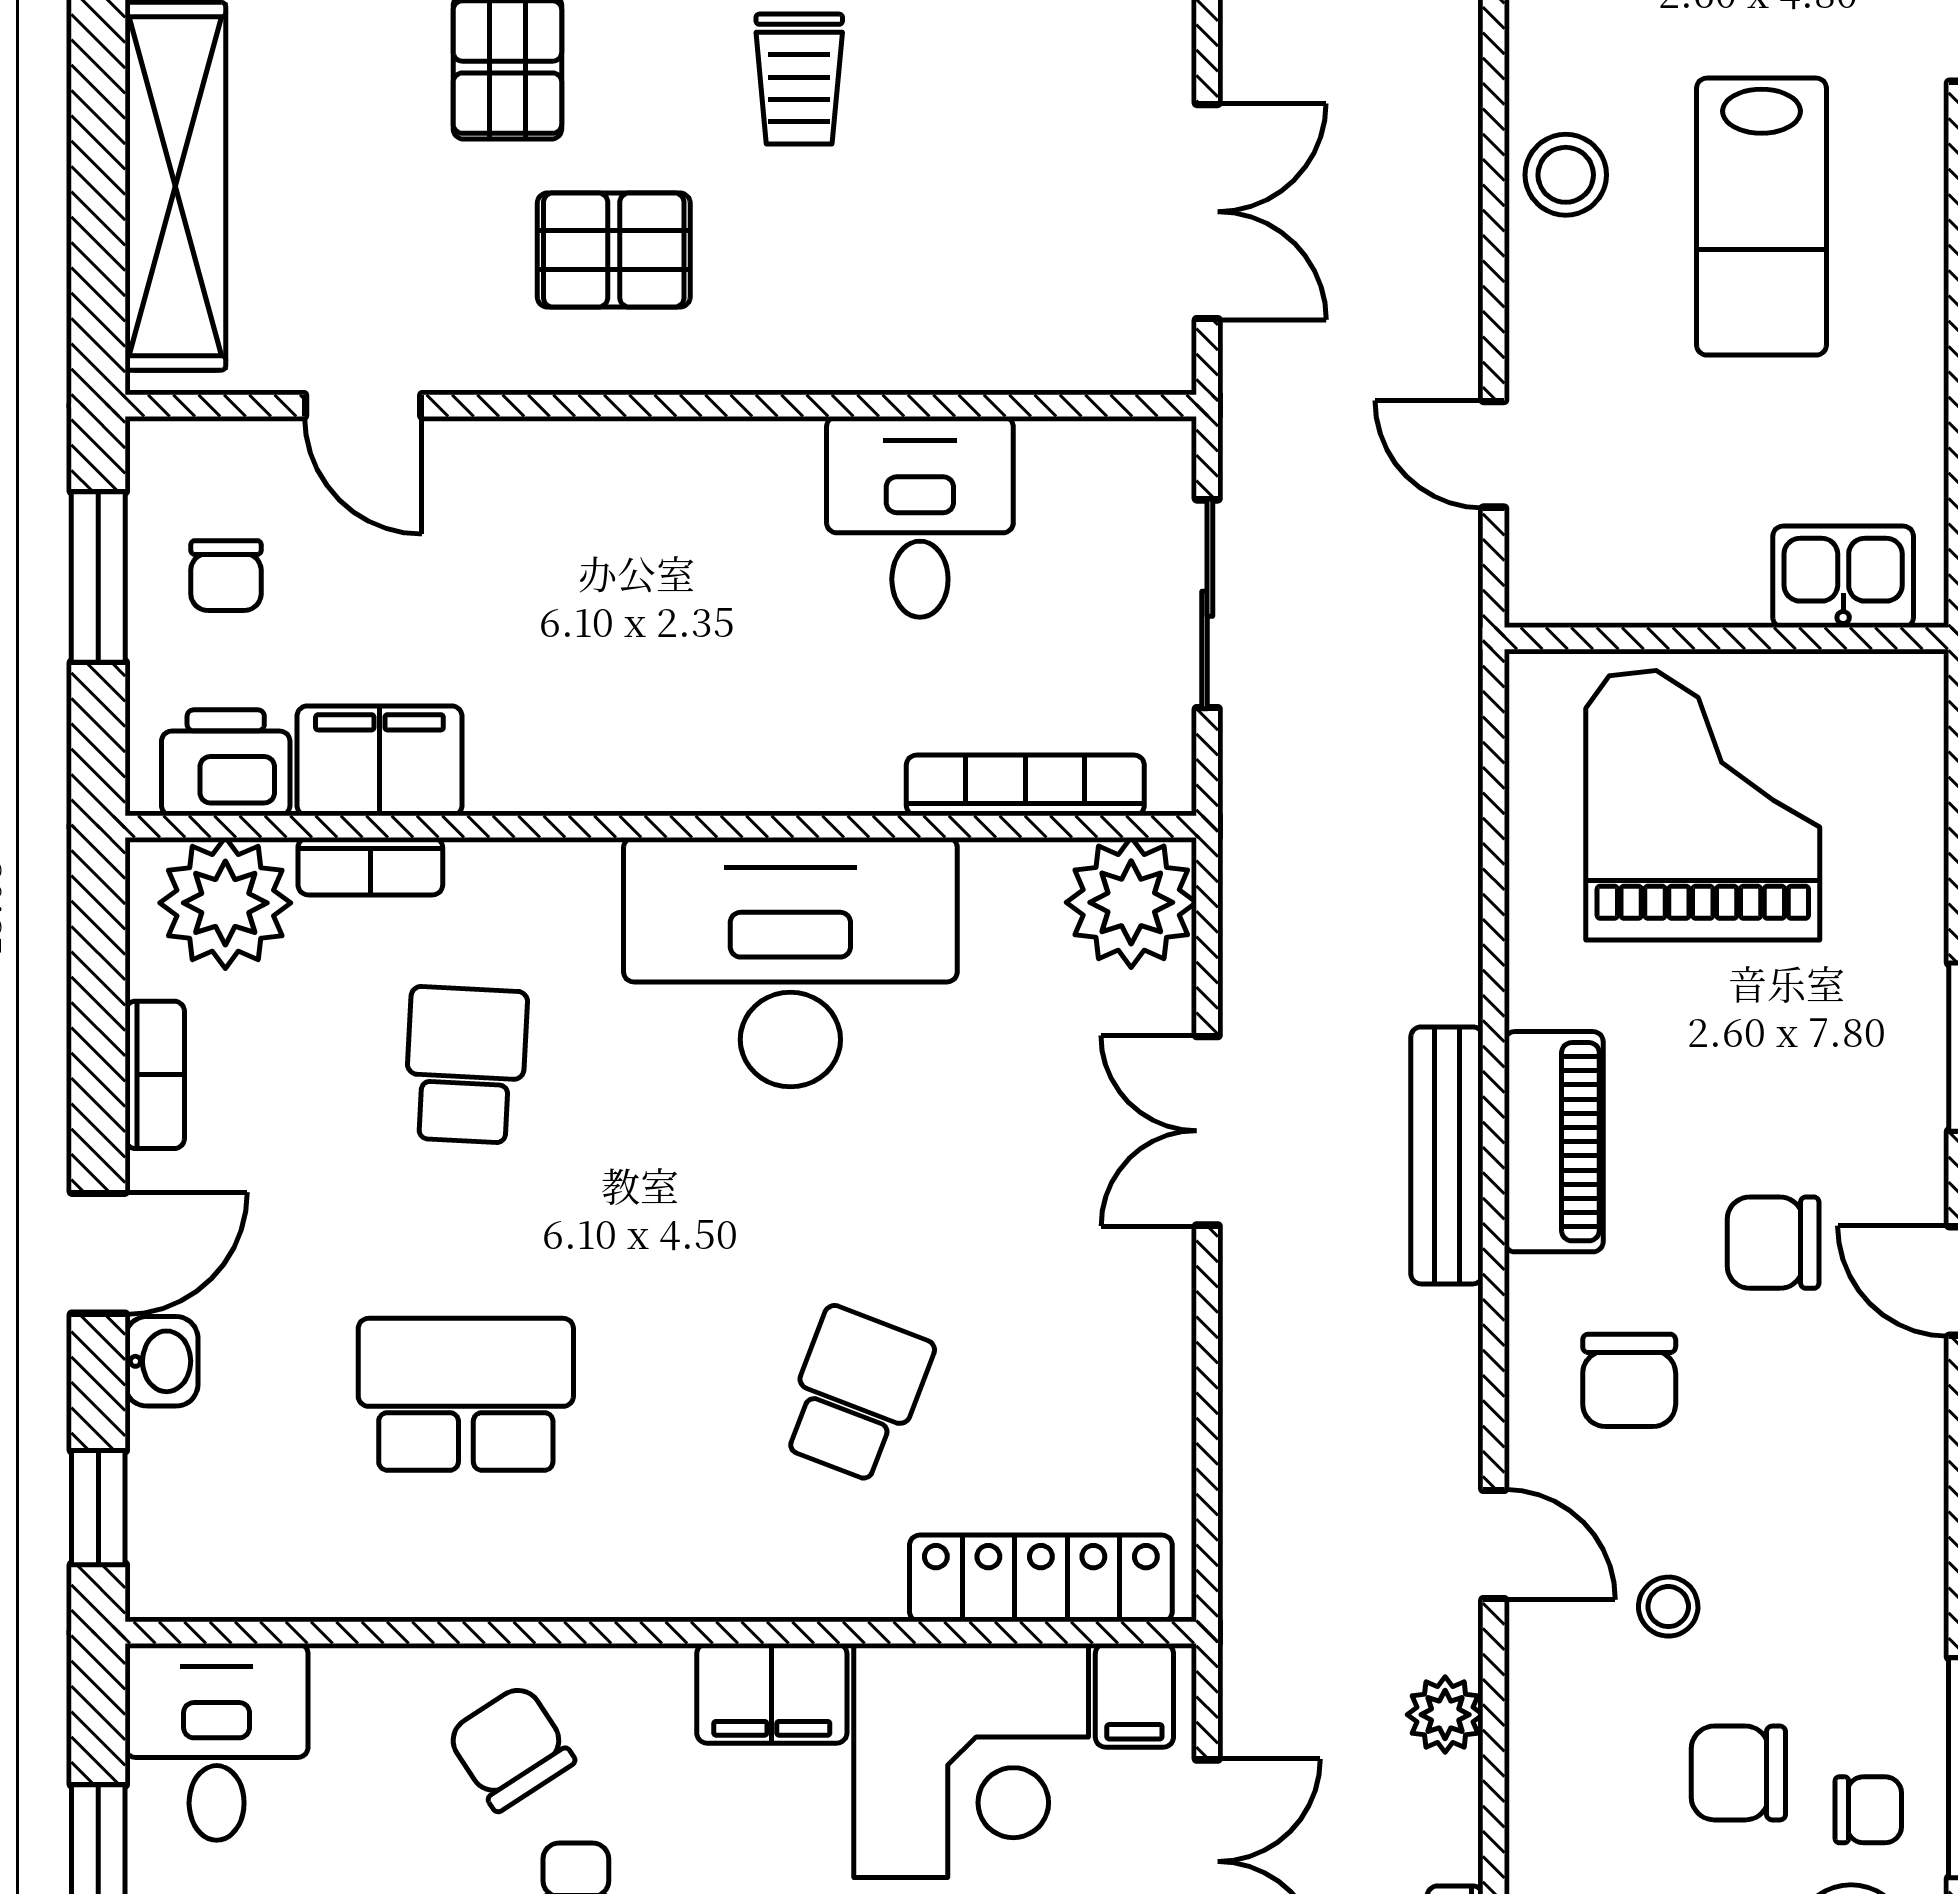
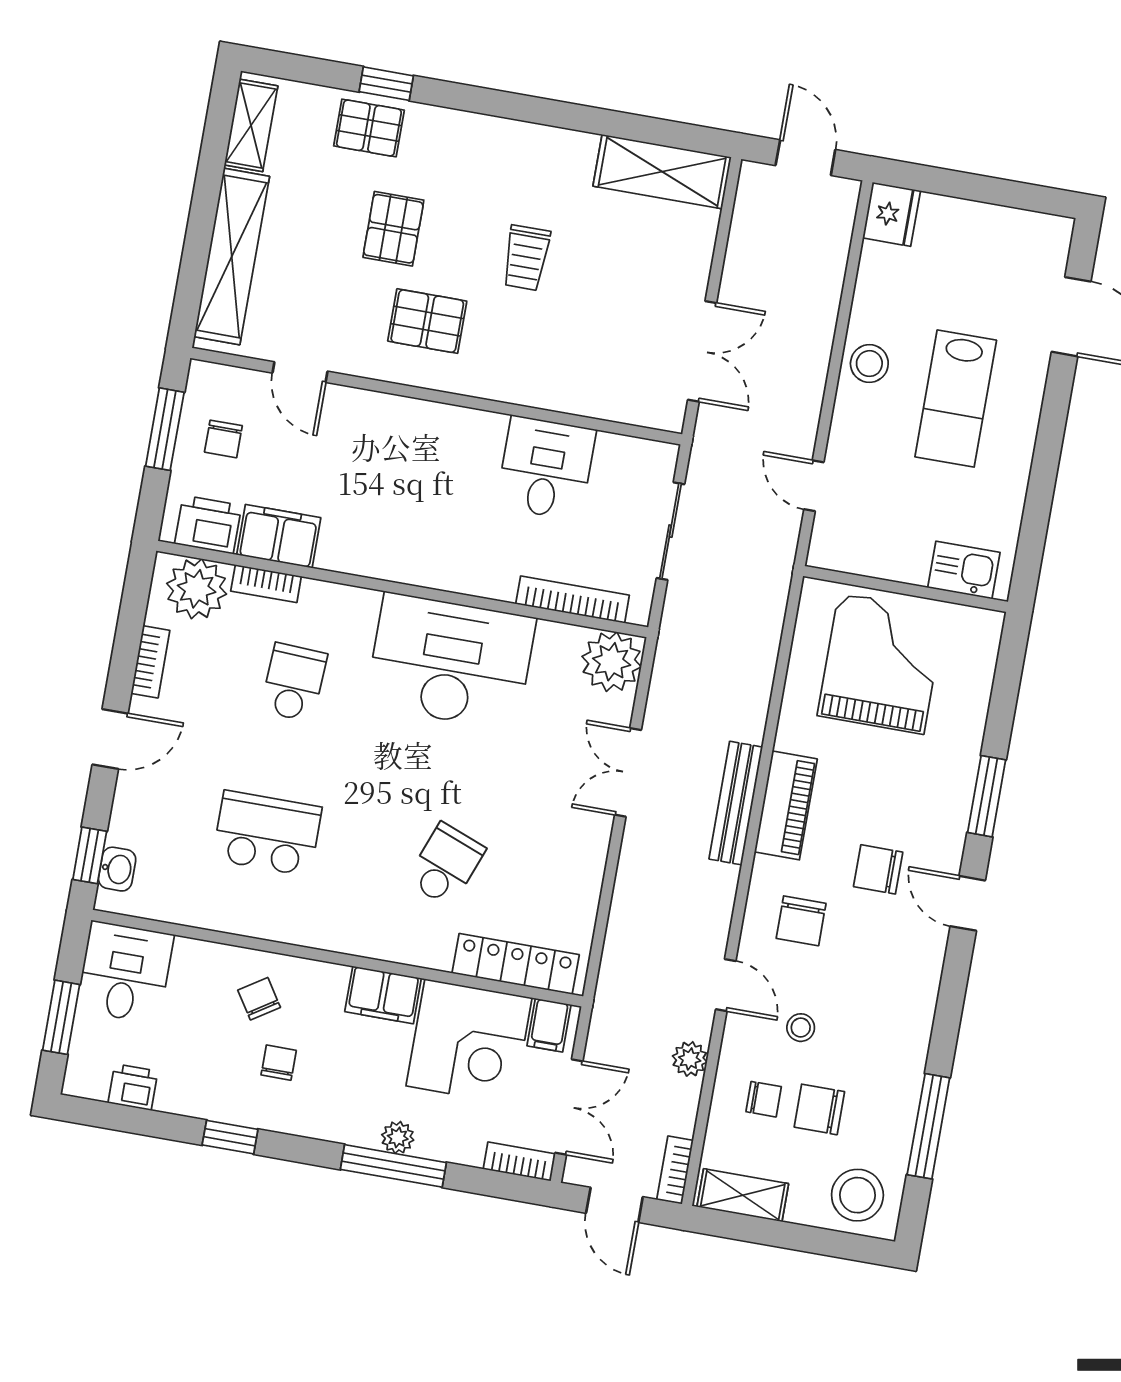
washbasin: (162, 1361) -> (117, 869), moved
chair: (511, 1748) -> (259, 999), width x0.73, depth x0.73
chair: (1868, 1810) -> (764, 1099), moved

